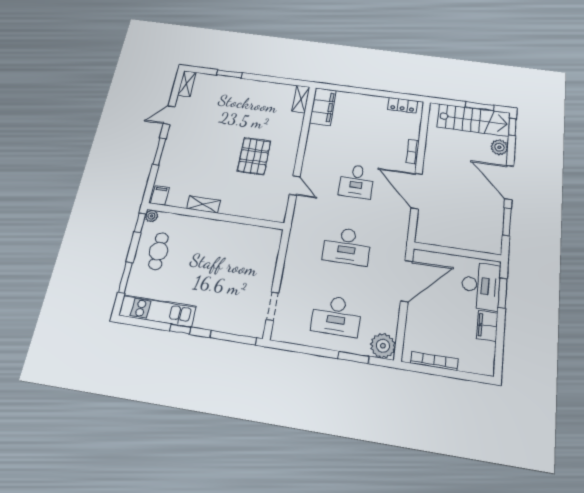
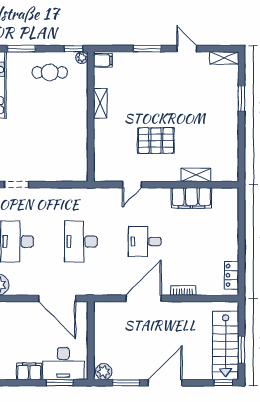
shelving: (301, 99) -> (196, 175), moved
filing cabinet: (323, 107) -> (191, 198), moved
plant: (499, 147) -> (104, 372), moved

